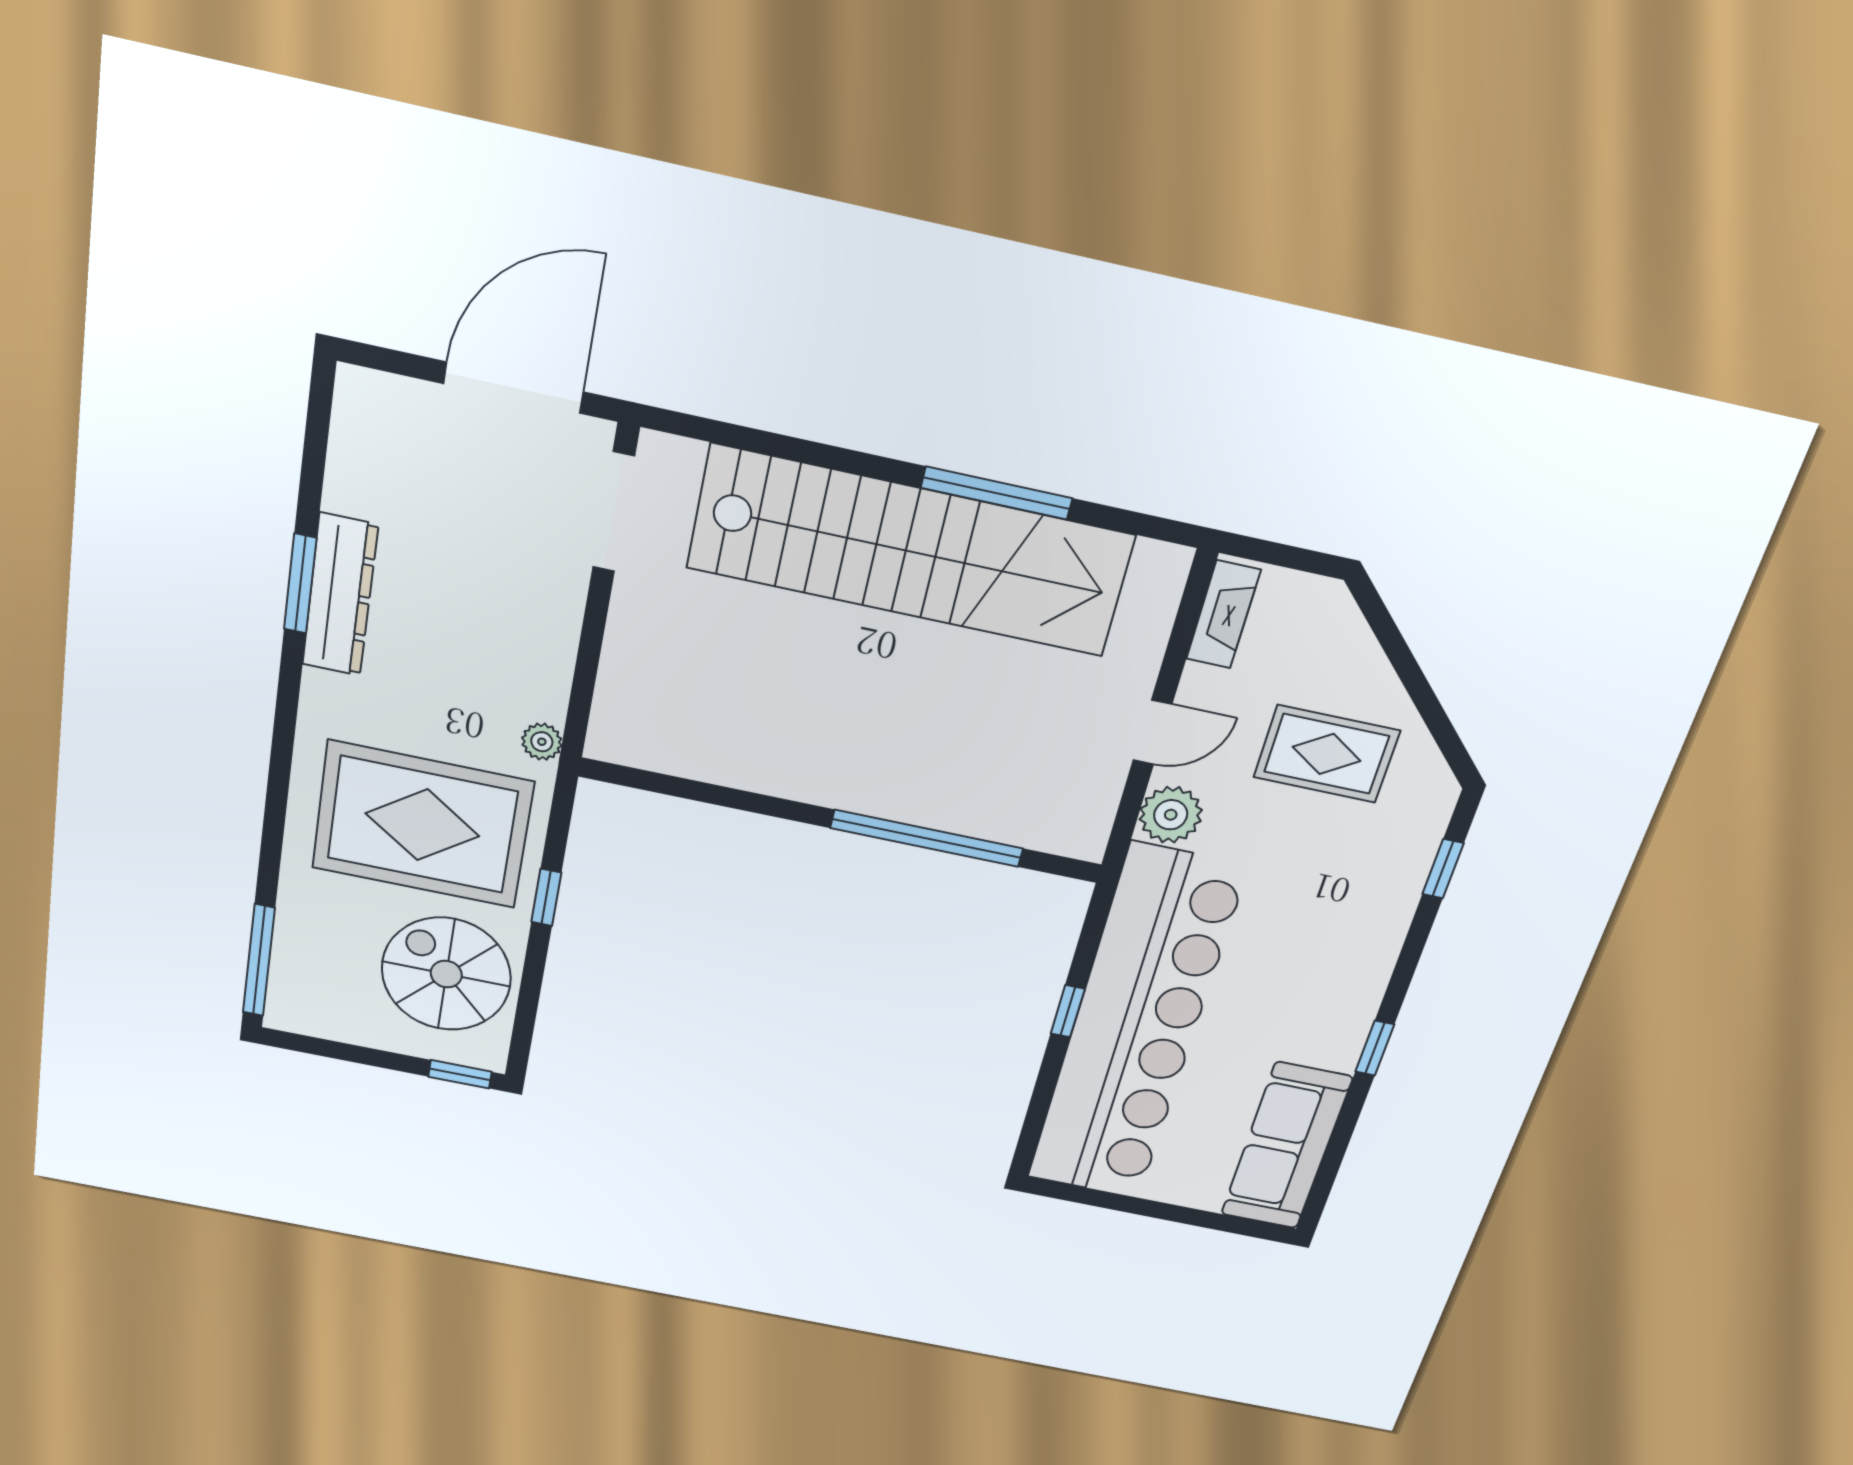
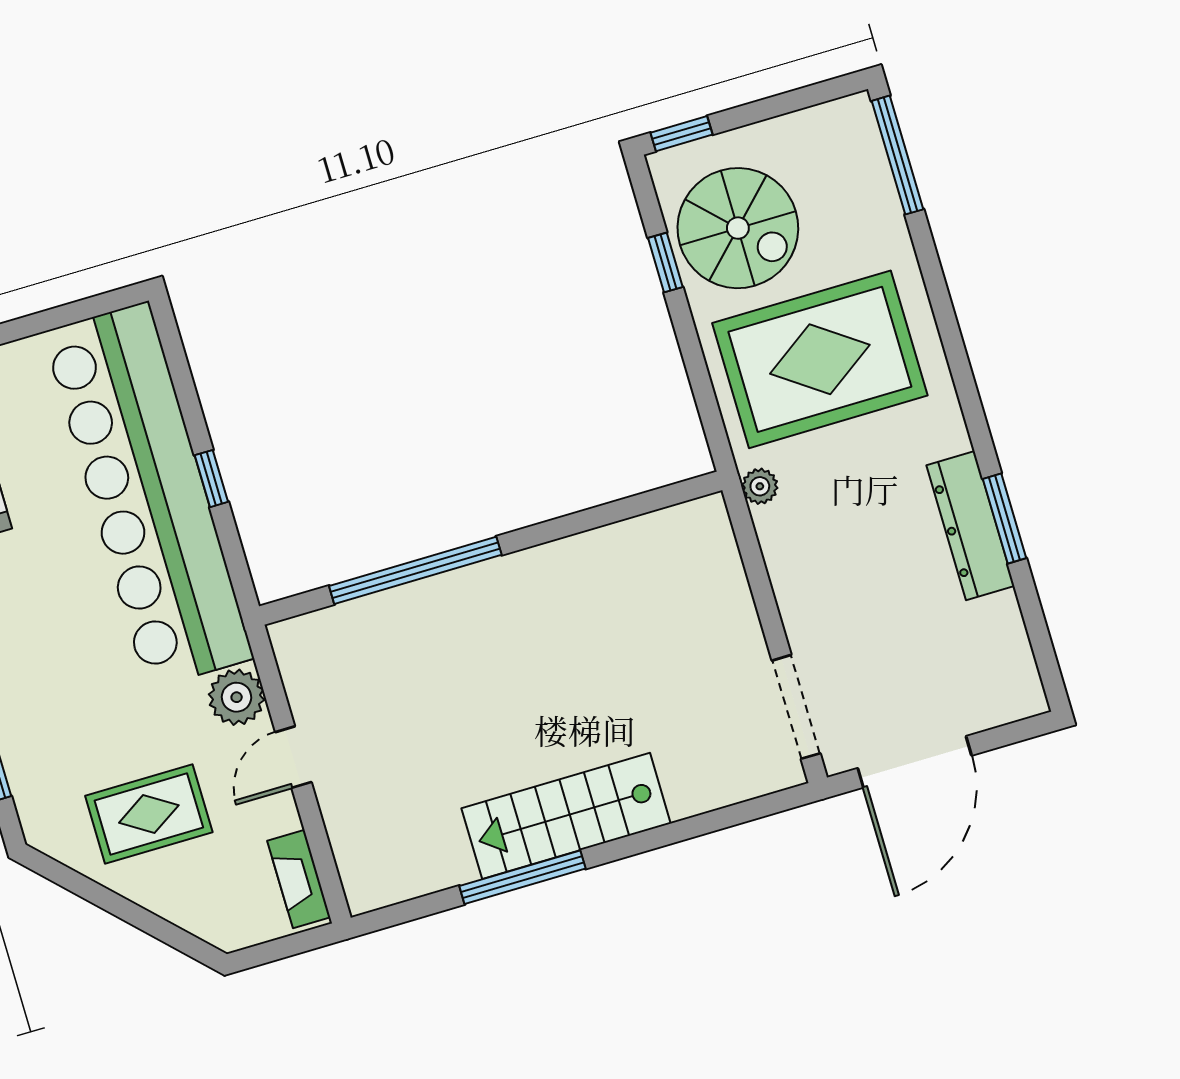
stairs: (910, 551) -> (566, 816), width x0.54, depth x0.66
window: (546, 897) -> (665, 263), moved

